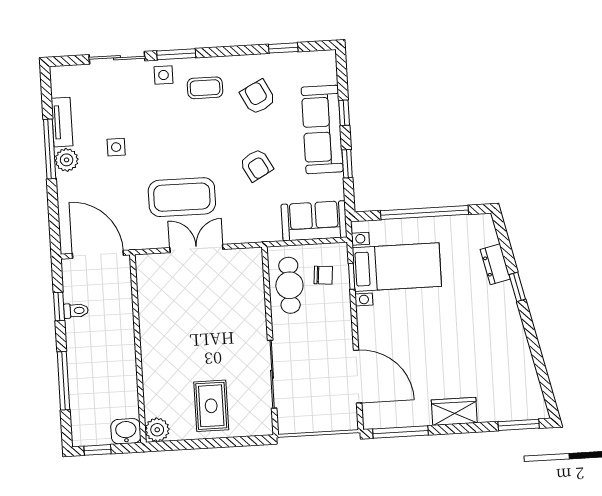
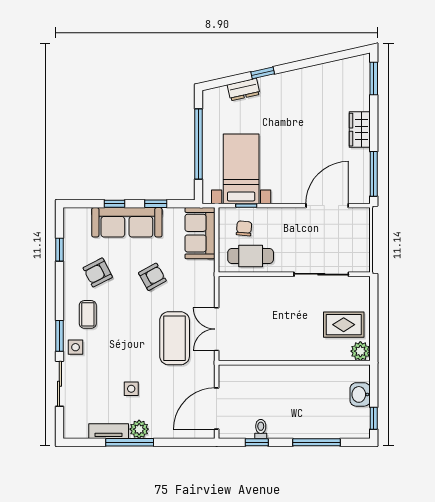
wall: (138, 349) -> (294, 363), moved
plant: (157, 430) -> (360, 351), moved

